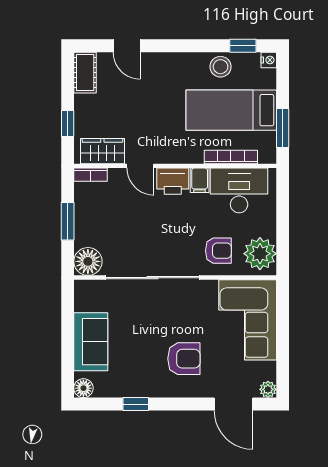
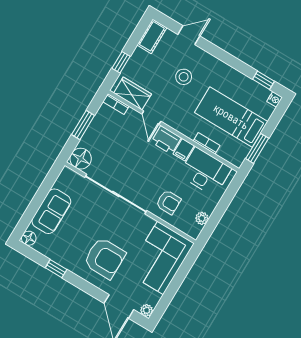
door: (127, 46) -> (189, 35), swing flipped
stool: (221, 67) -> (184, 77), moved
bookcase: (231, 157) -> (207, 143), width x0.64
plant: (260, 254) -> (202, 218), width x0.53, depth x0.53
armchair: (184, 359) -> (105, 258), width x1.36, depth x1.36

